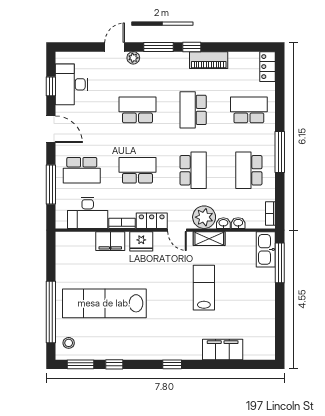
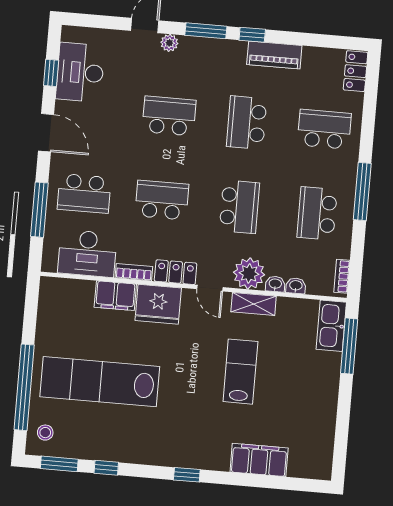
fridge: (141, 241) -> (158, 304), width x1.36, depth x1.34

